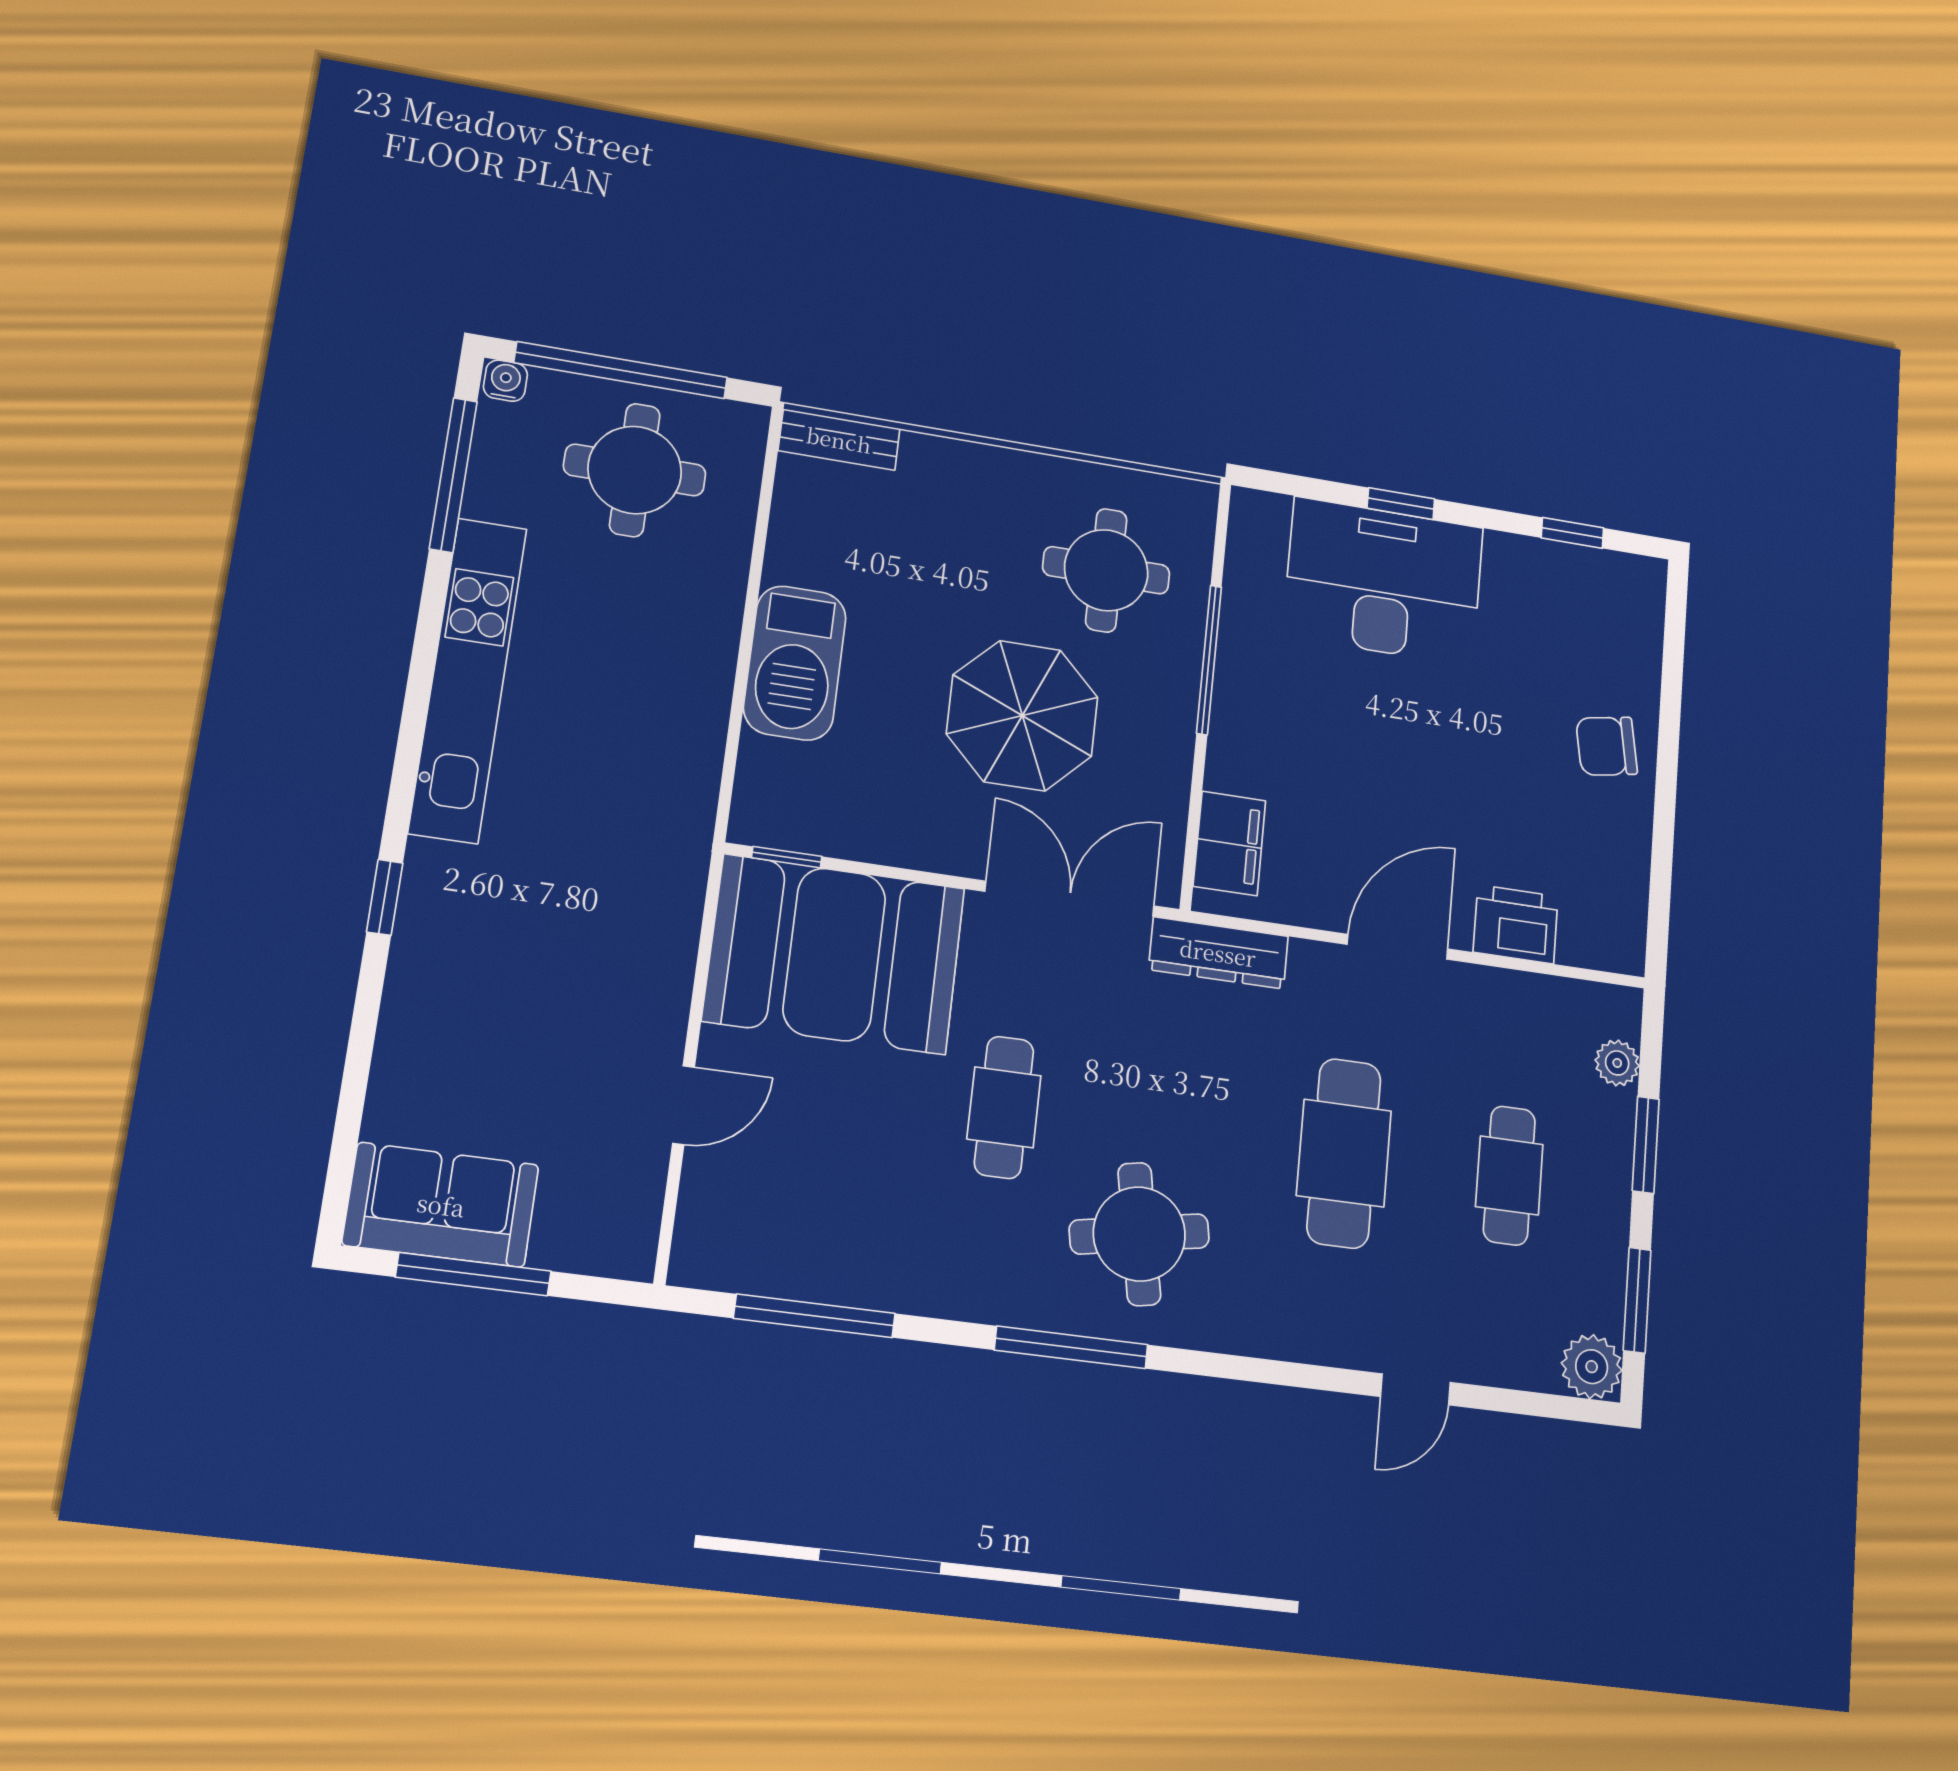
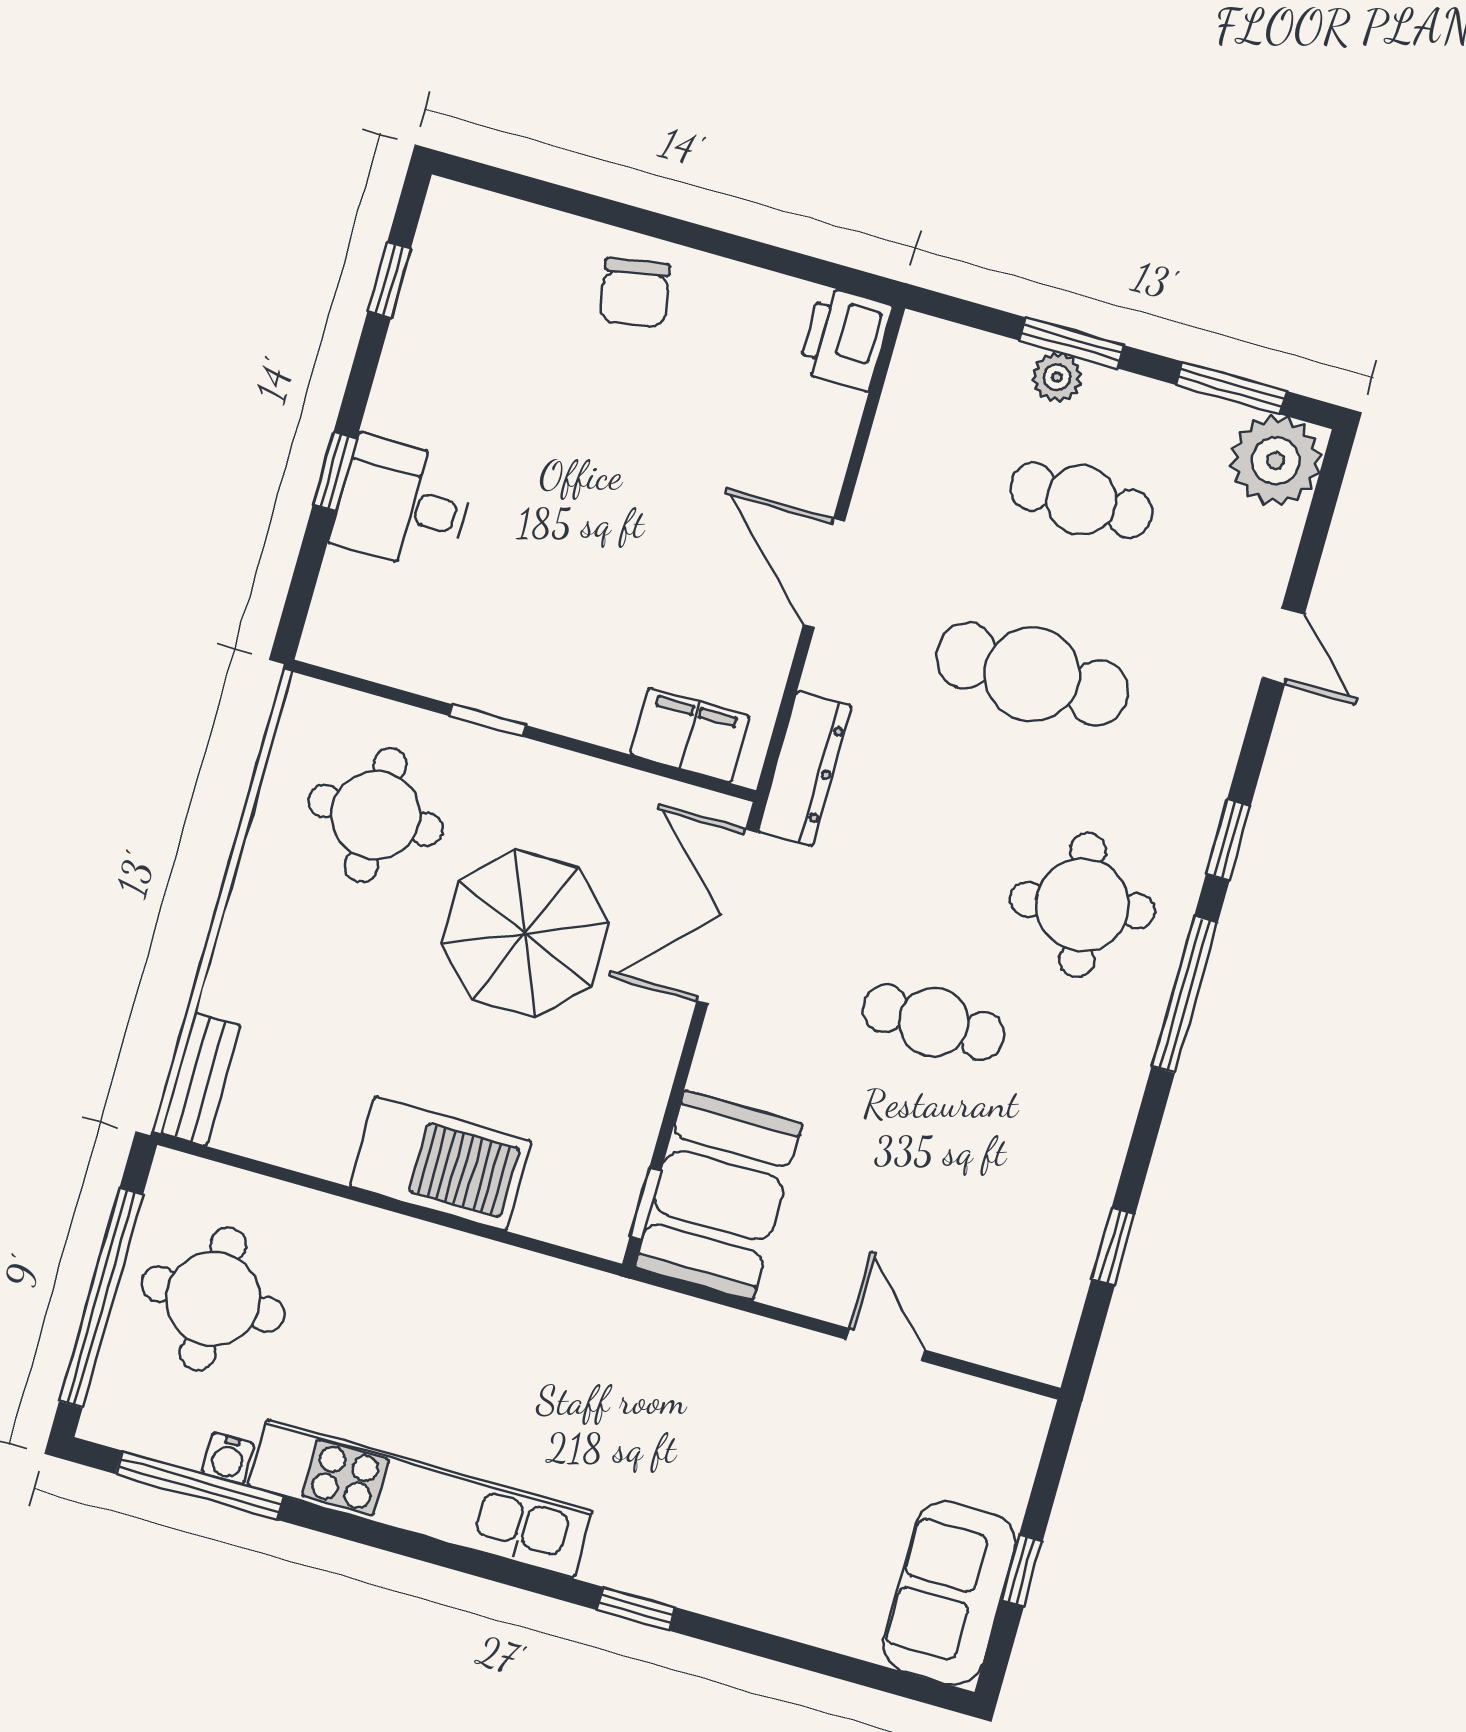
water cooler: (505, 381) -> (228, 1458), moved, turned -90
desk: (1384, 581) -> (403, 504), width x0.53, depth x0.77
window: (1209, 660) -> (487, 721), width x0.46
printer: (1516, 924) -> (845, 338), moved
booth: (834, 954) -> (719, 1195), width x0.73, depth x0.70
plant: (1617, 1063) -> (1057, 377), moved
window: (473, 1274) -> (1022, 1571), width x0.46
window: (814, 1316) -> (1113, 1246), width x0.46
window: (1226, 1366) -> (1228, 840), added
plant: (1592, 1367) -> (1276, 461), width x1.36, depth x1.36

